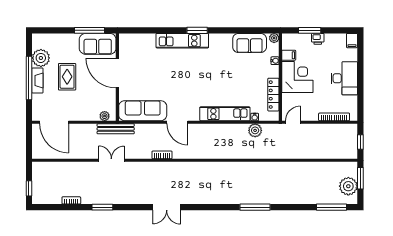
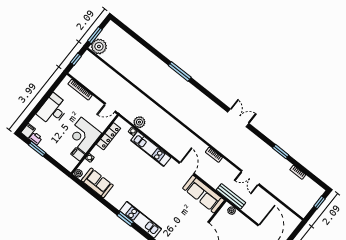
window: (310, 30) -> (37, 149), moved
printer: (318, 39) -> (36, 138), moved
plant: (348, 186) -> (99, 46), moved
window: (331, 207) -> (129, 31), removed

